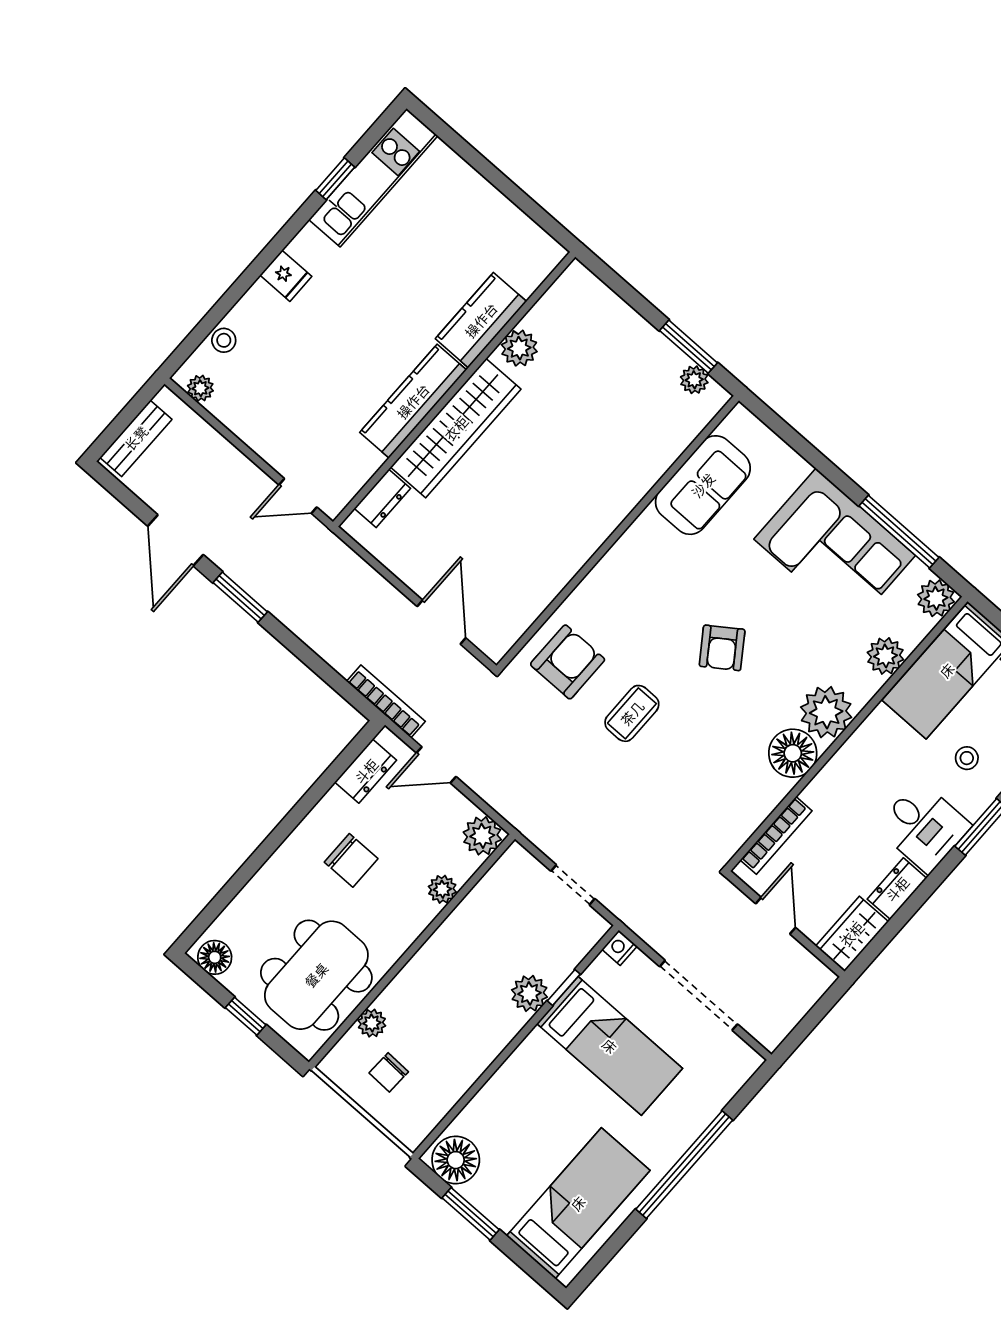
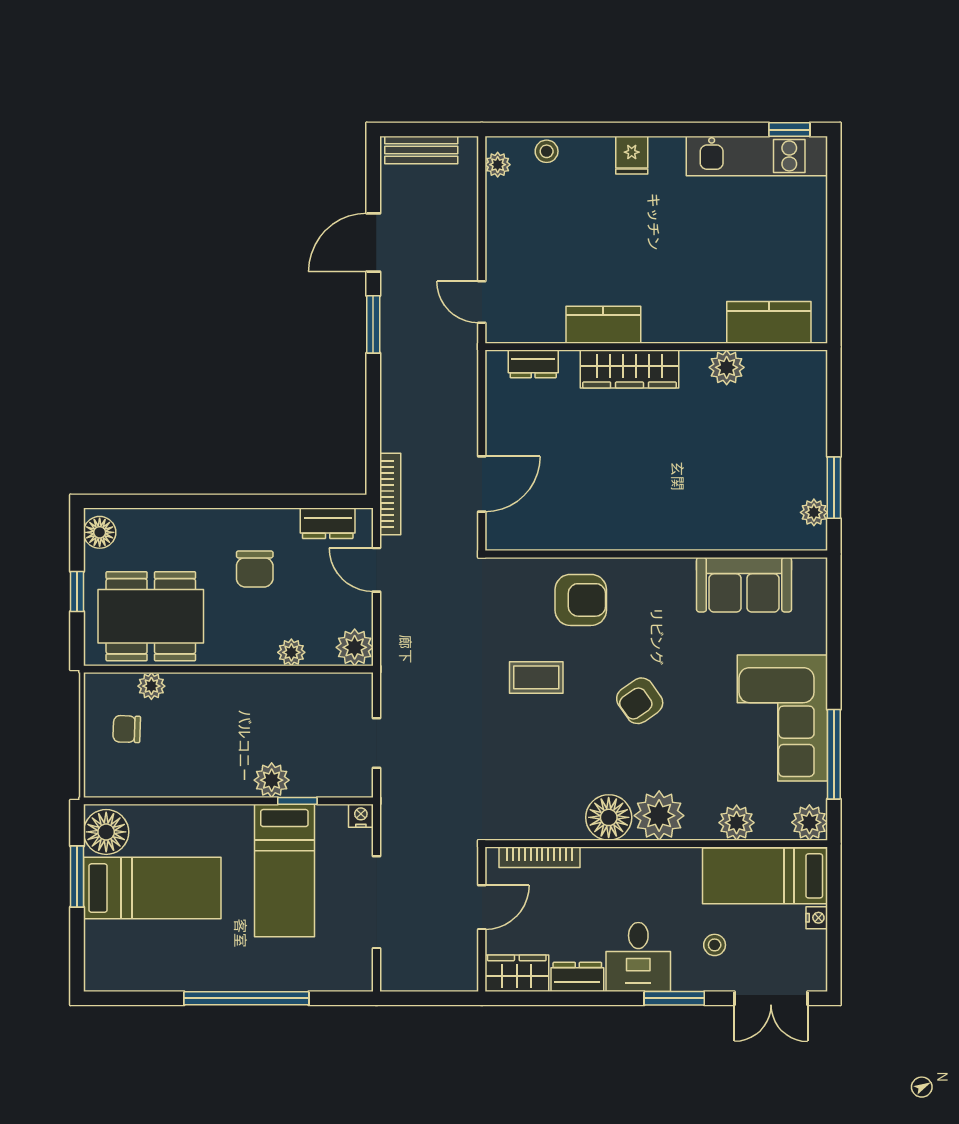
window: (335, 179) -> (789, 130), moved
kitchen counter: (481, 320) -> (769, 322), moved
kitchen counter: (413, 401) -> (603, 325), width x0.67
wardrobe: (456, 428) -> (629, 369), width x0.71, depth x0.85
armchair: (568, 662) -> (581, 600), moved
bed: (578, 1203) -> (152, 888), moved

